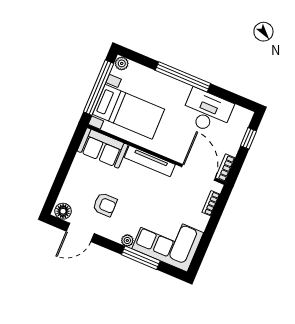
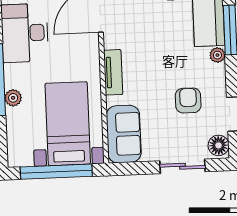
plant: (122, 63) -> (13, 98), moved
tv unit: (150, 161) -> (113, 72), width x0.71
sliding door: (60, 179) -> (183, 166), added

